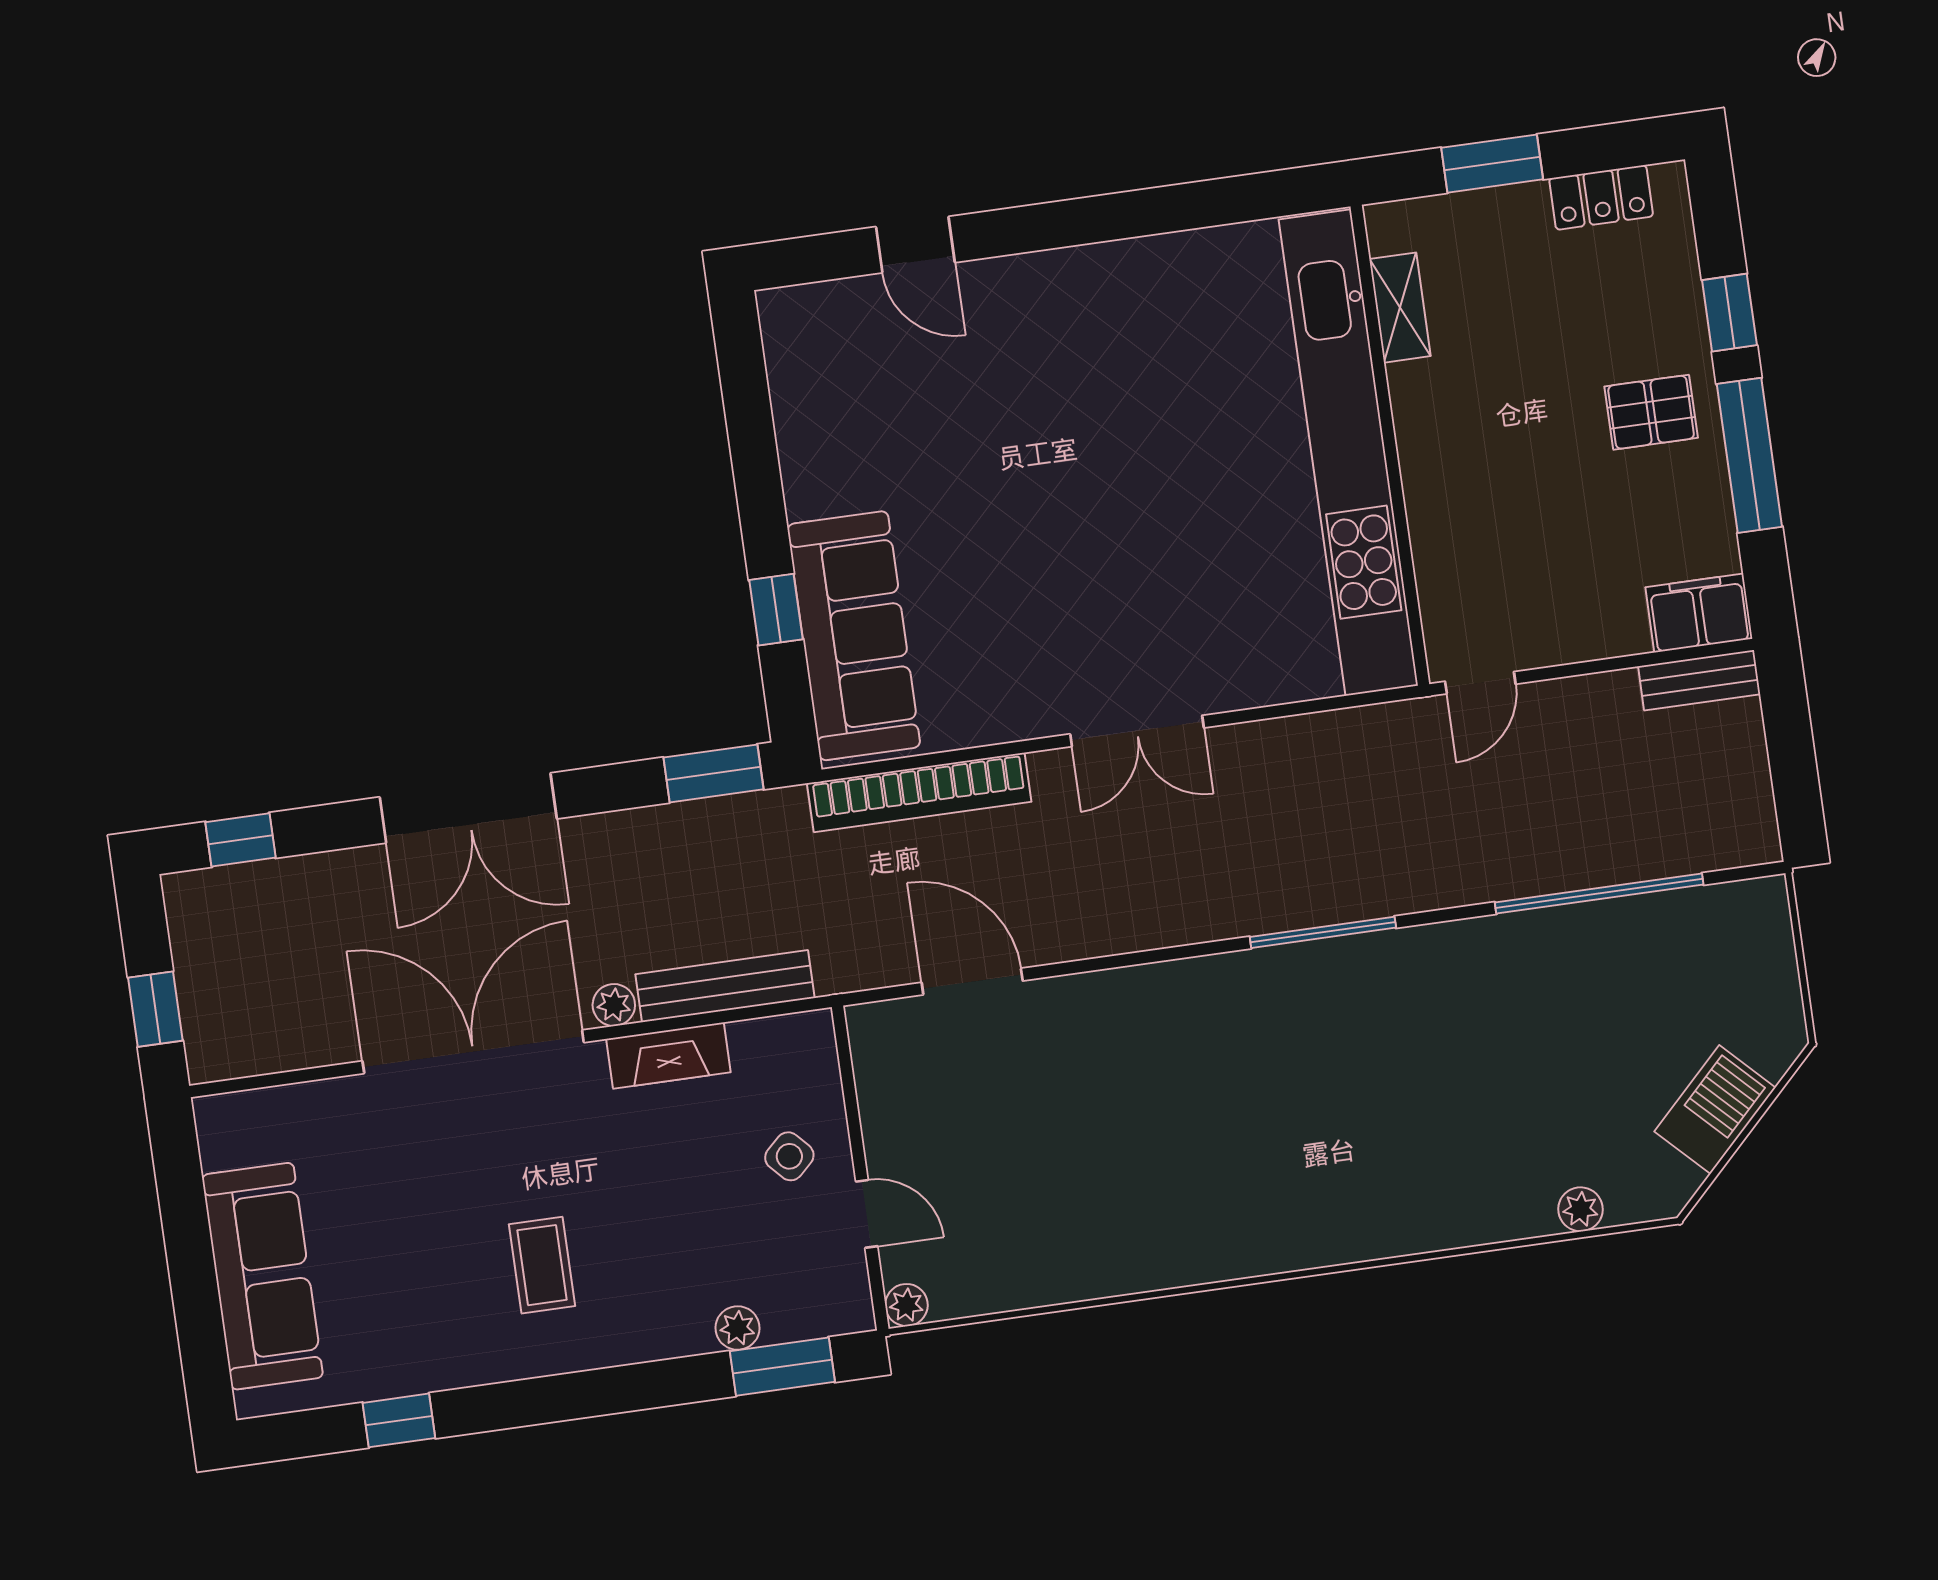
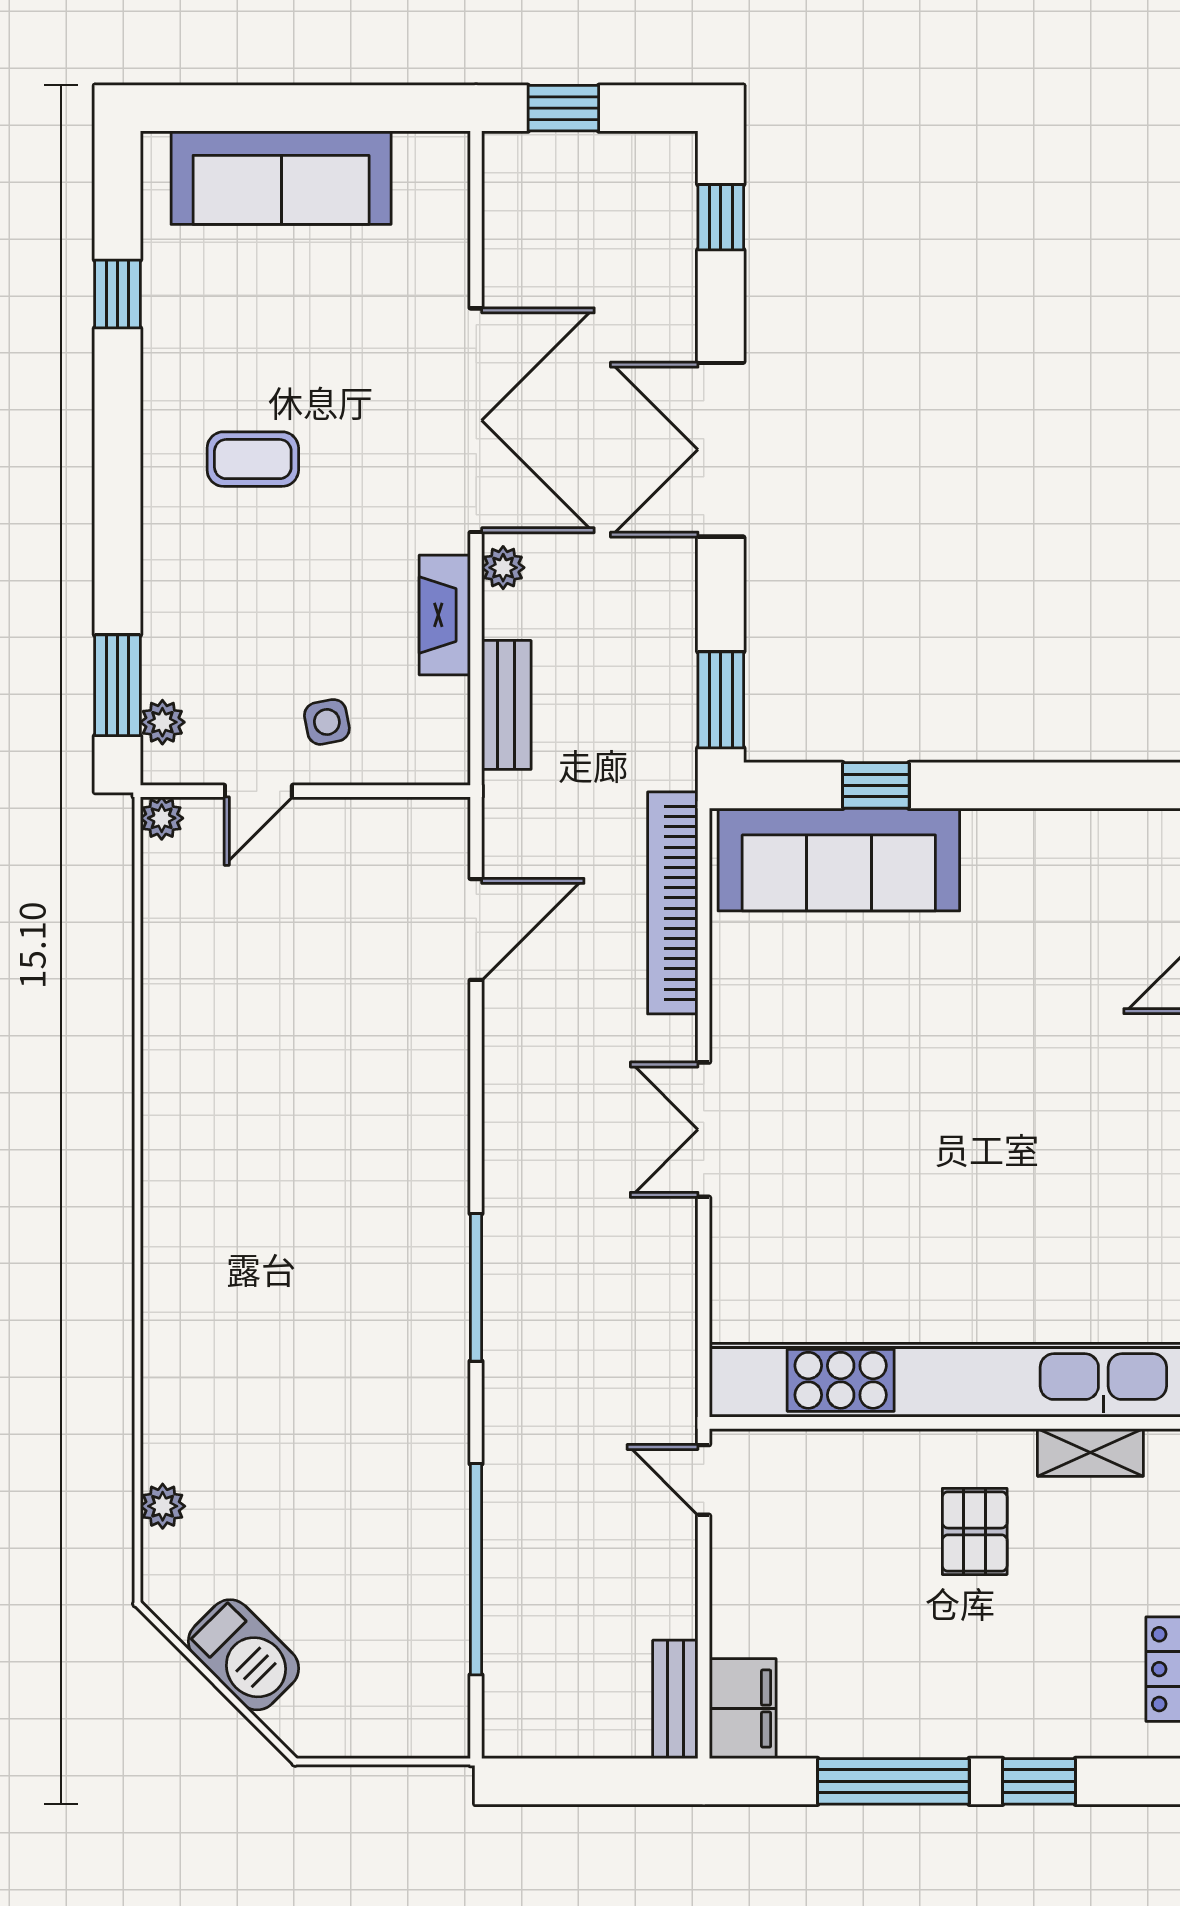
pallet: (1651, 412) -> (975, 1531), moved
bench: (725, 986) -> (506, 705), width x0.73
side table: (789, 1156) -> (327, 722), turned 32
plant: (737, 1328) -> (162, 722), moved

